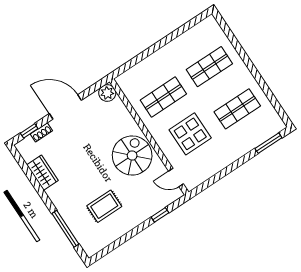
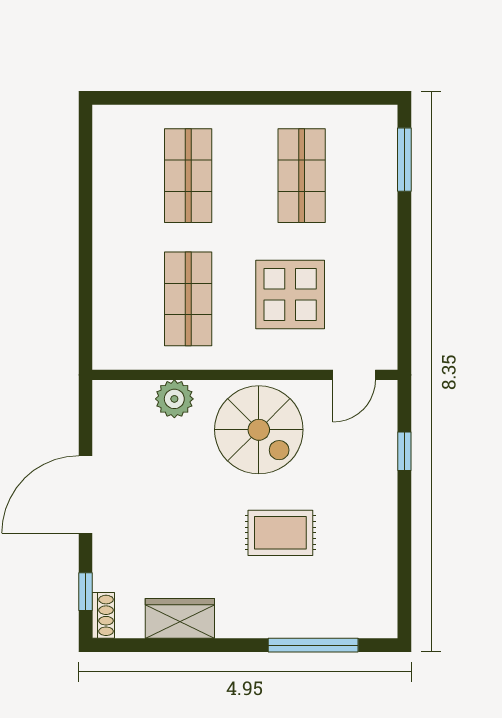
plant: (107, 93) -> (174, 399), moved
shoe rack: (41, 132) -> (103, 615), moved
spiral stairs: (132, 156) -> (259, 430), turned 180
rug: (104, 206) -> (280, 533), moved, turned 90

